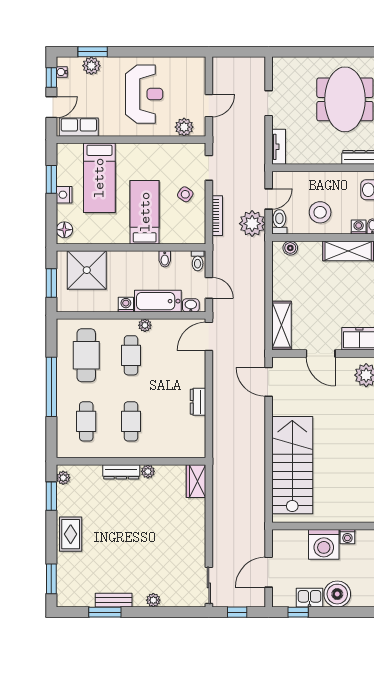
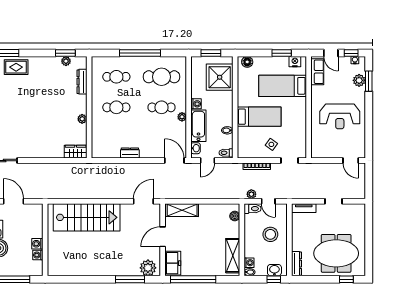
door: (209, 106) -> (351, 161), moved
plant: (184, 127) -> (317, 144), removed
nightstand: (64, 195) -> (295, 62), moved
stool: (320, 212) -> (270, 234), moved
plant: (252, 224) -> (251, 194), width x0.53, depth x0.53
dresser: (121, 472) -> (82, 82), moved
plant: (63, 478) -> (66, 61), moved
rug: (71, 534) -> (16, 67), moved
washing machine: (324, 544) -> (37, 244), width x0.53, depth x0.53

